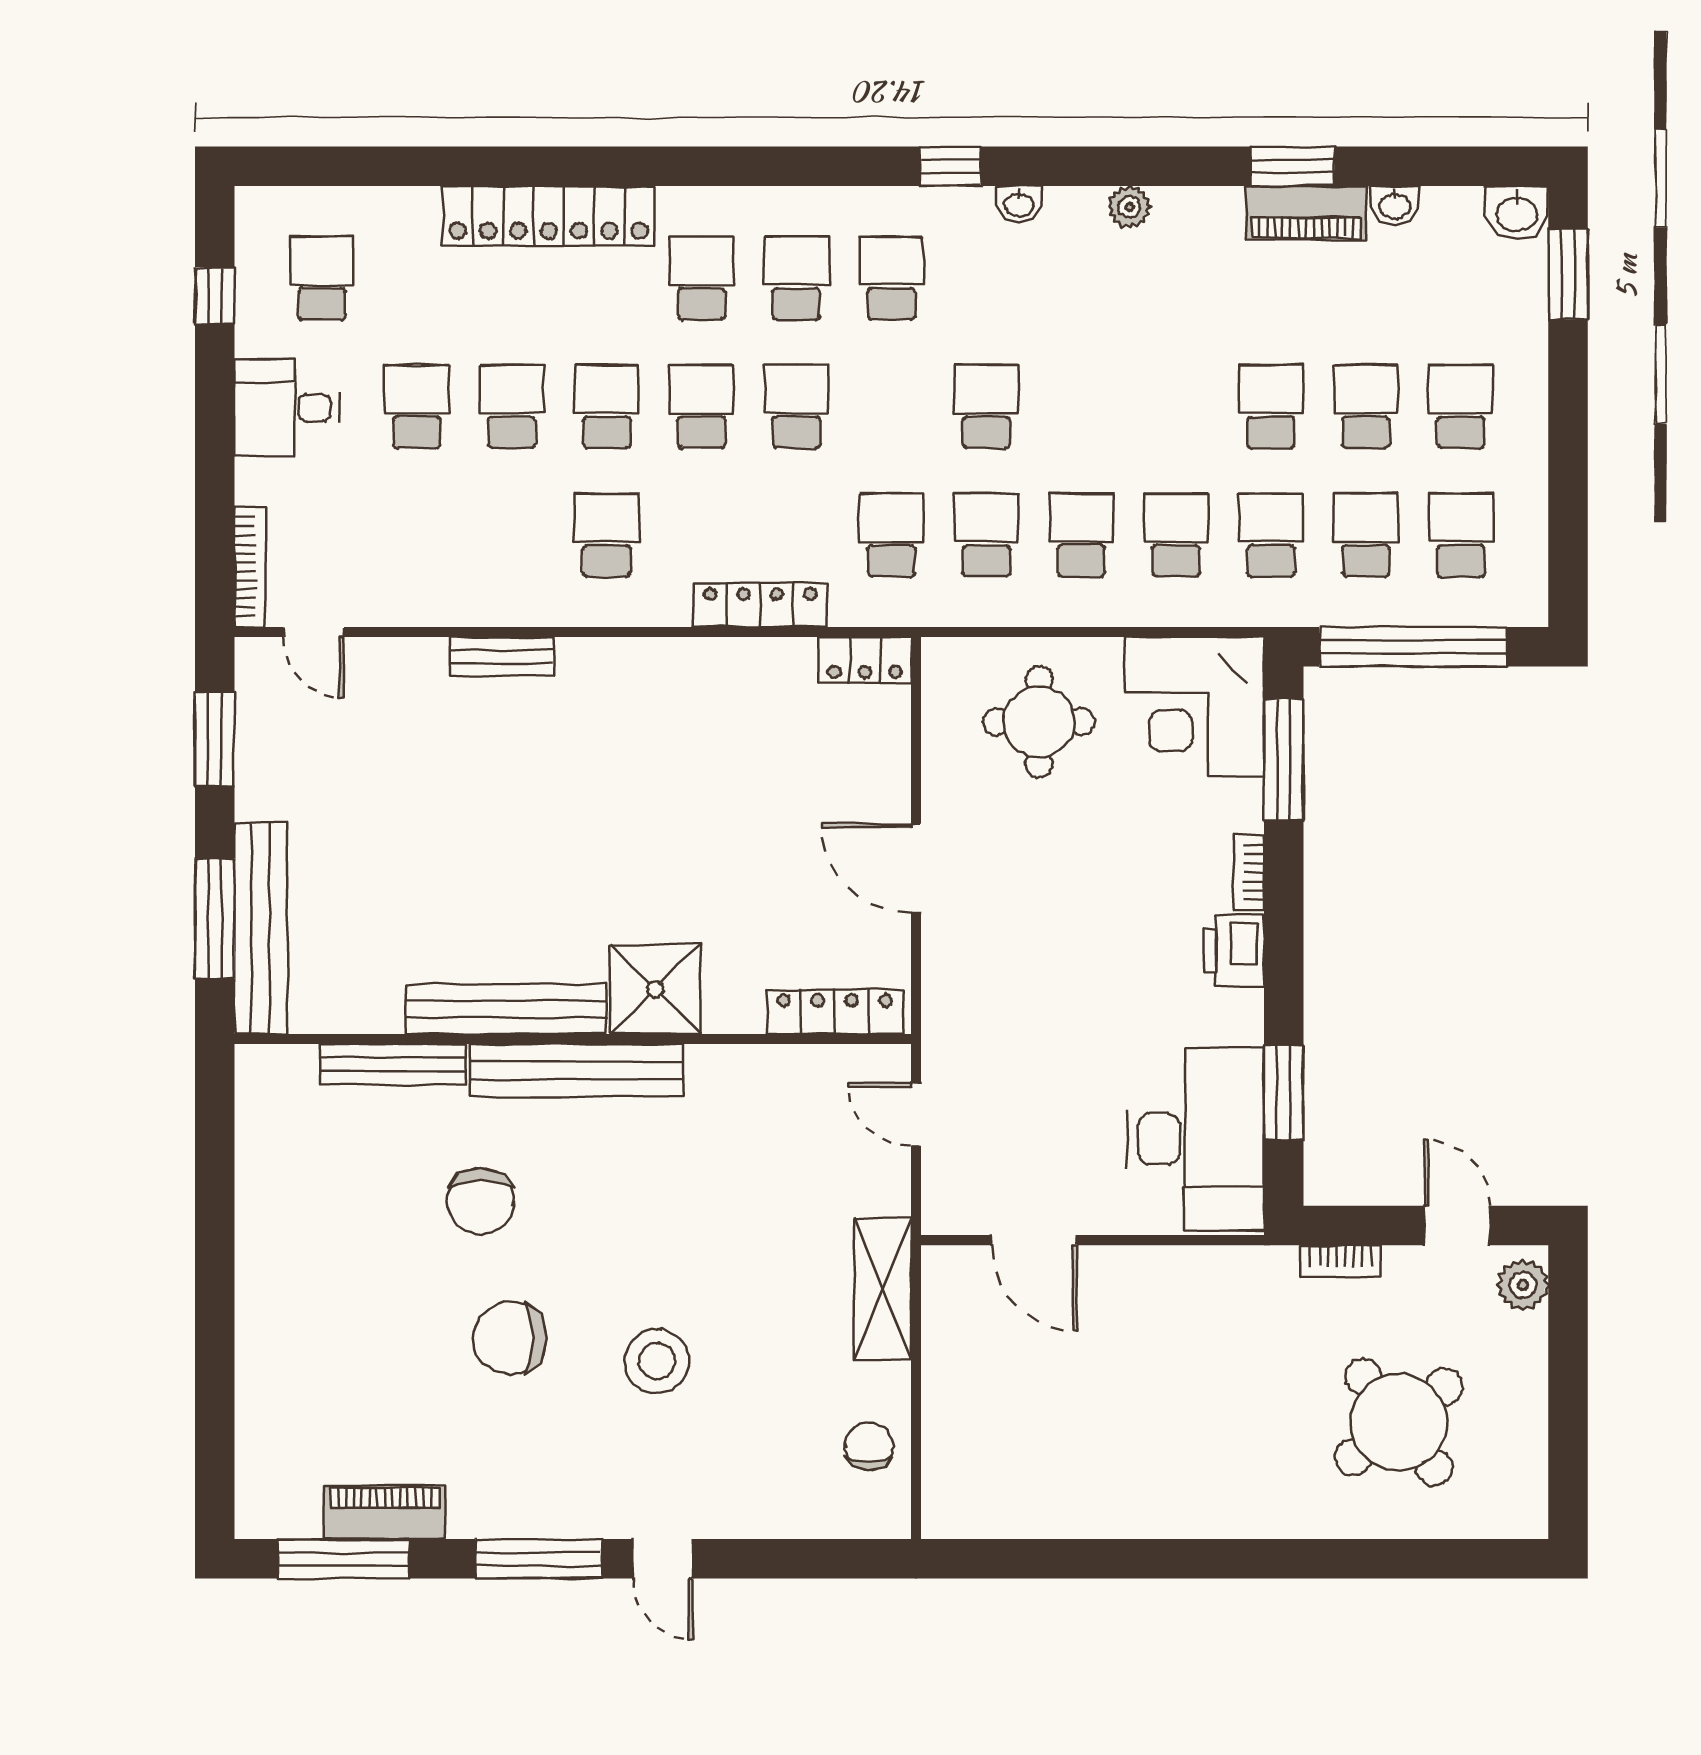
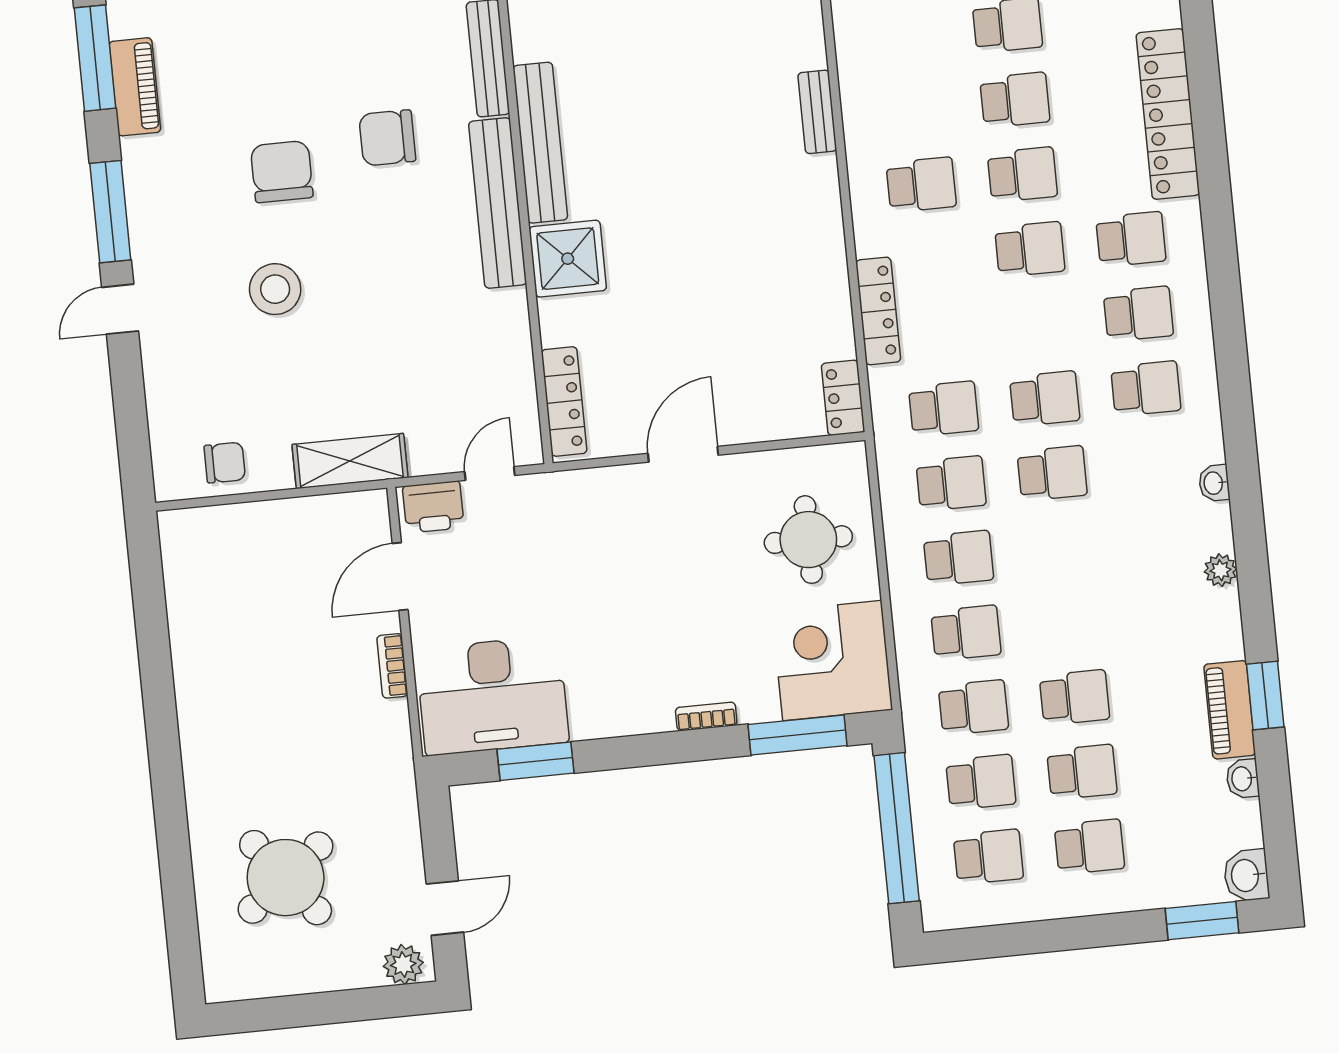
window: (950, 166) -> (1238, 426), removed
school desk: (796, 407) -> (1045, 399), moved
printer: (1234, 951) -> (433, 507), moved, turned 180
bookcase: (1341, 1261) -> (392, 666), moved

